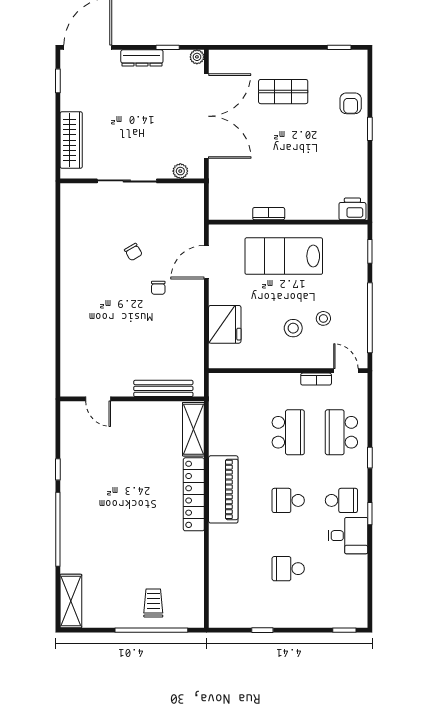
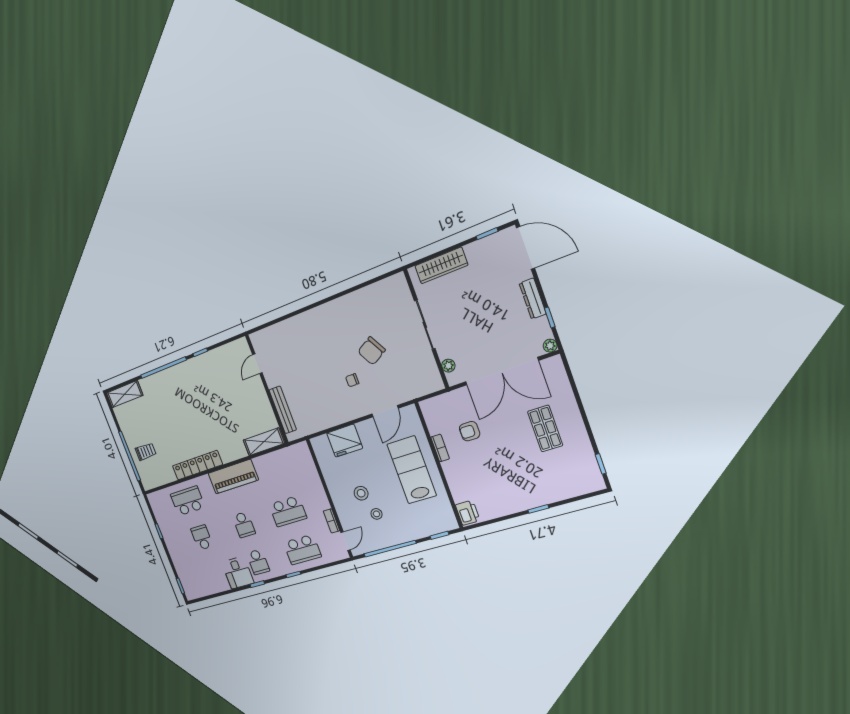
armchair: (351, 103) -> (470, 431), moved
chair: (133, 252) -> (372, 351), width x1.87, depth x1.87
door: (206, 262) -> (385, 411), swing flipped
school desk: (341, 432) -> (302, 550), turned 180
locker: (194, 494) -> (197, 465), moved
school desk: (288, 500) -> (244, 525), turned 180
school desk: (235, 569) -> (188, 501), added

